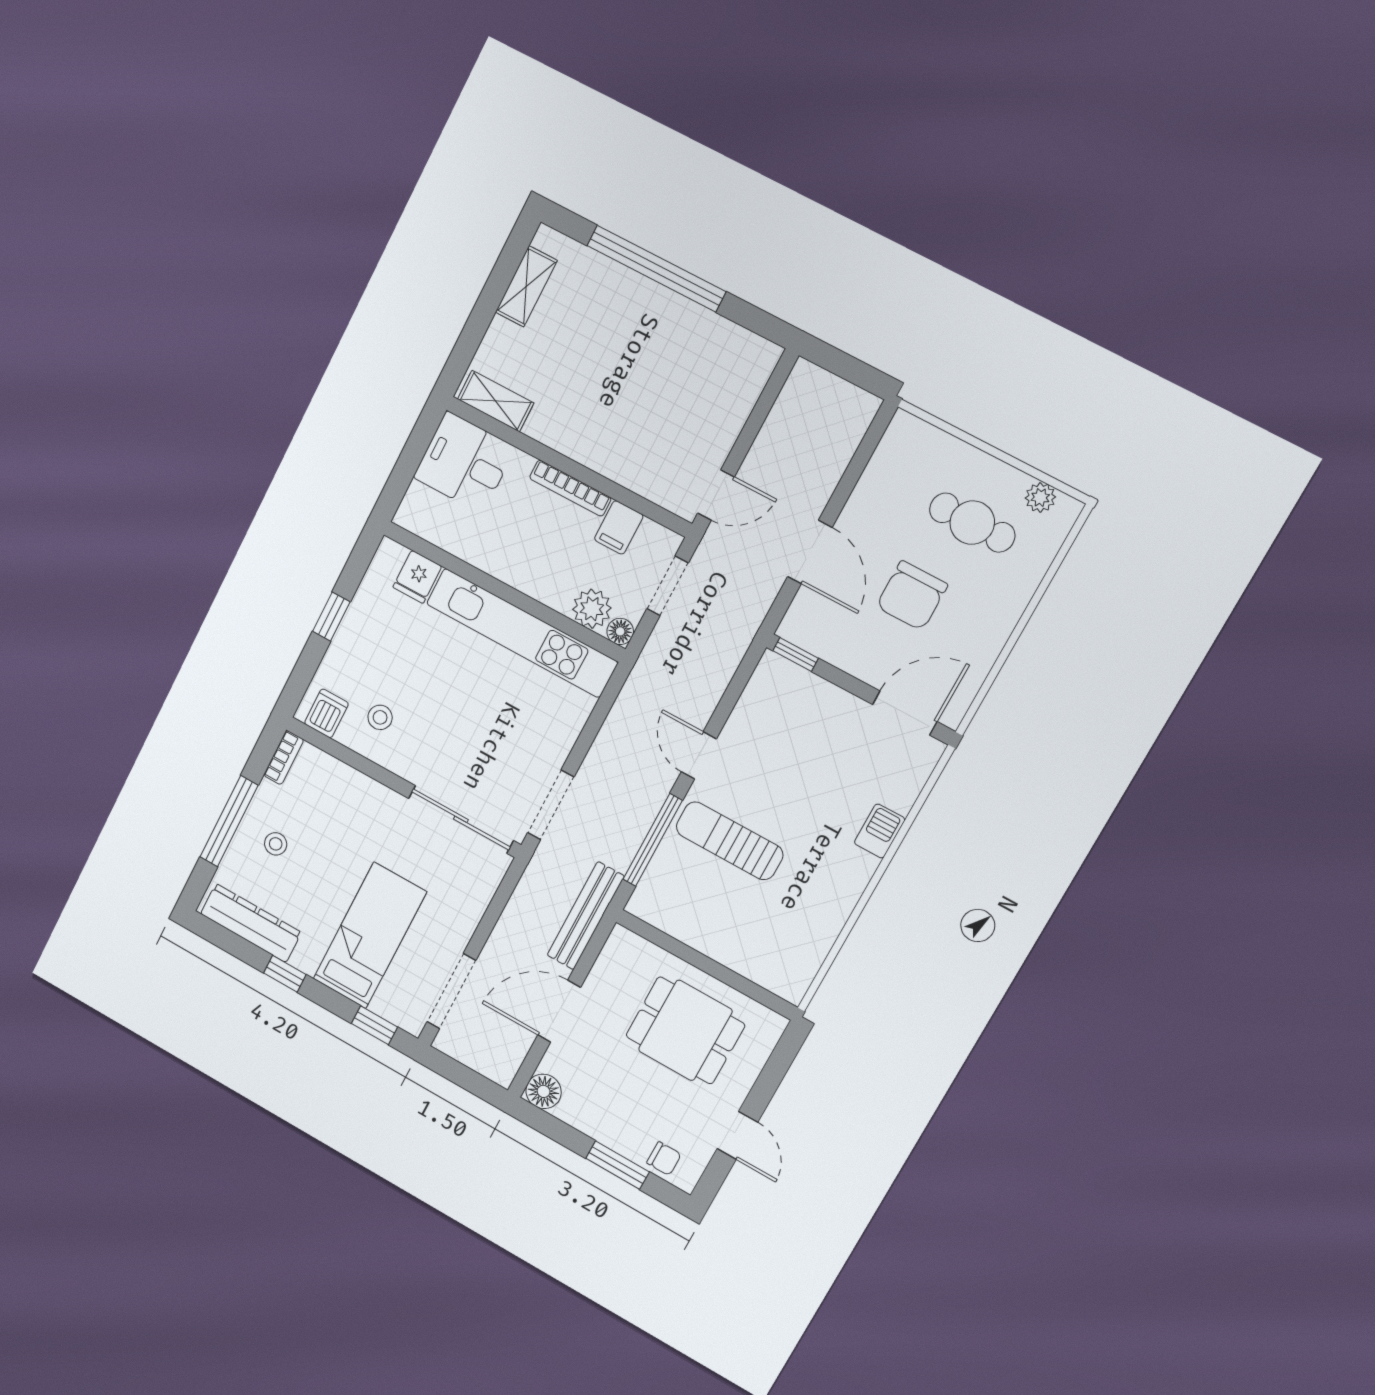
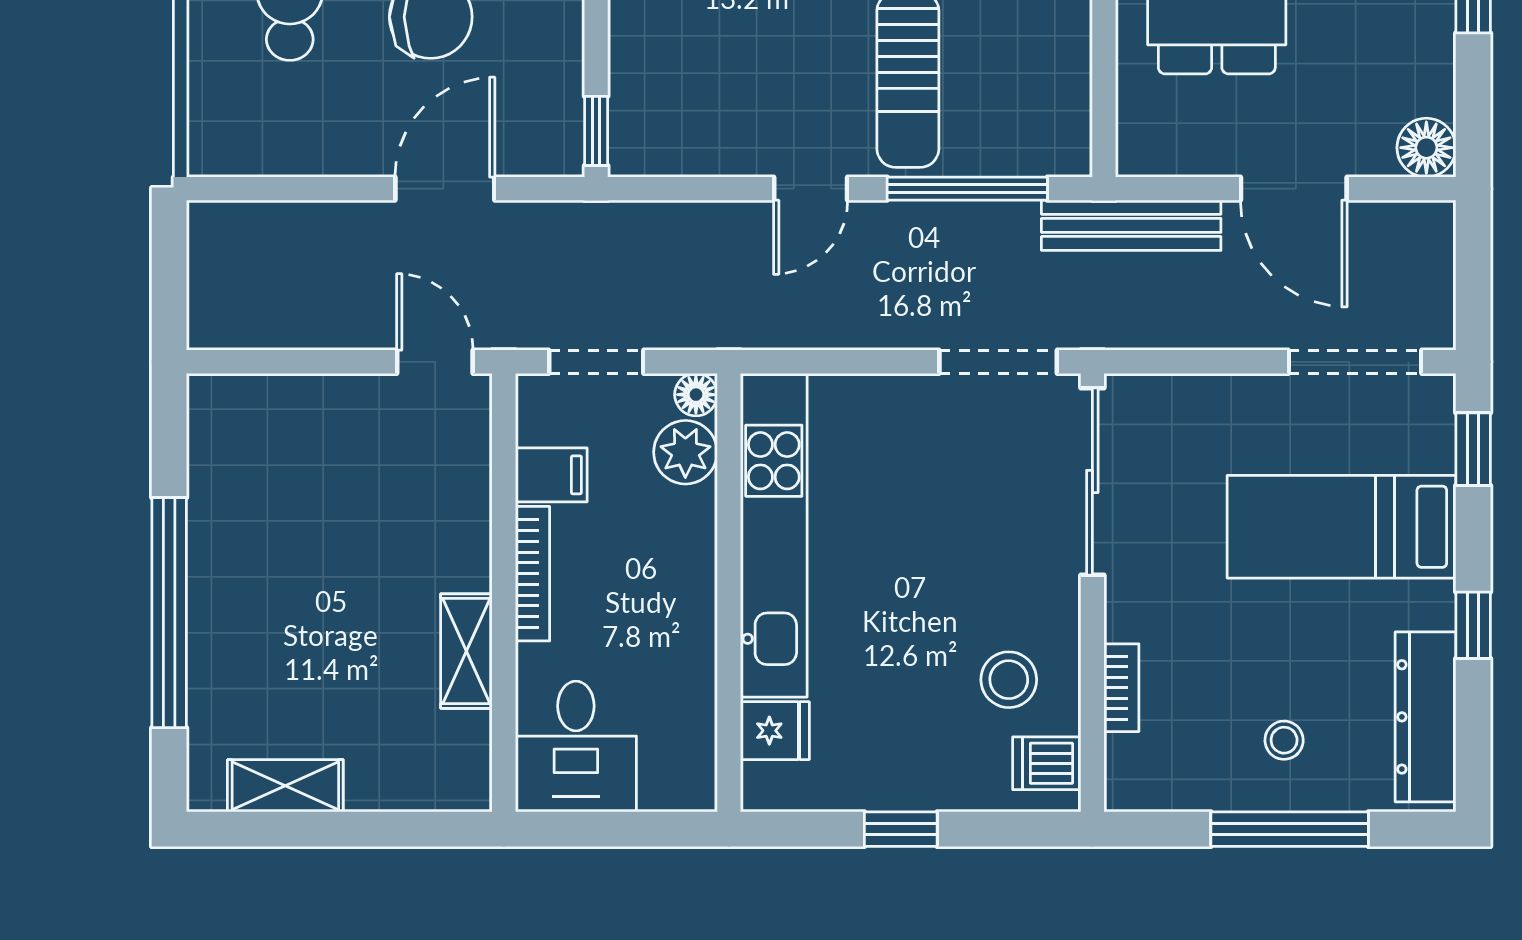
shelving: (496, 401) -> (466, 651), moved
stool: (380, 717) -> (1009, 680), width x1.37, depth x1.37
bookcase: (284, 758) -> (1121, 688), moved, turned 90

